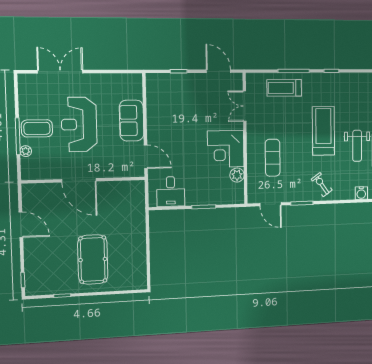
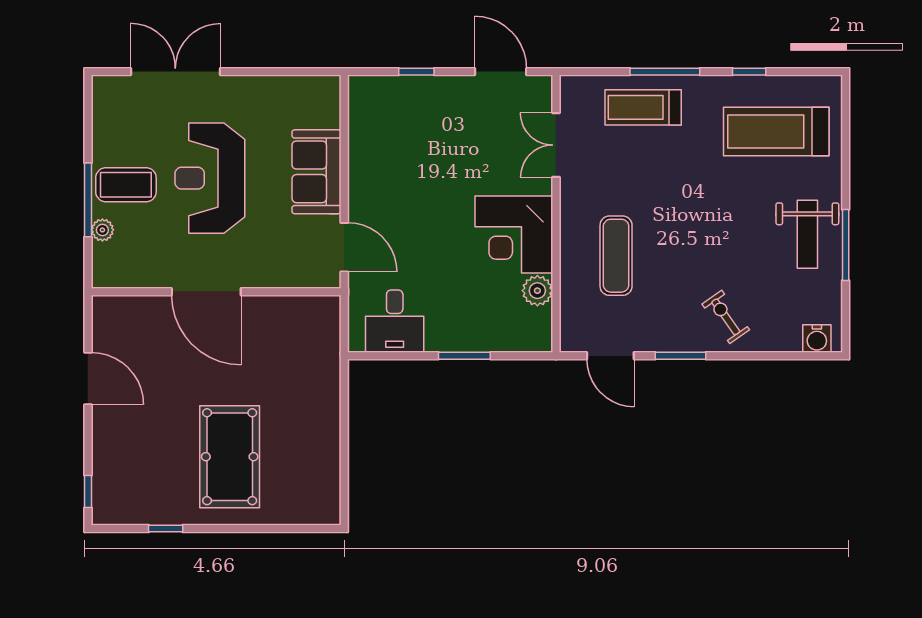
treadmill: (323, 131) -> (776, 131), moved, turned -90

